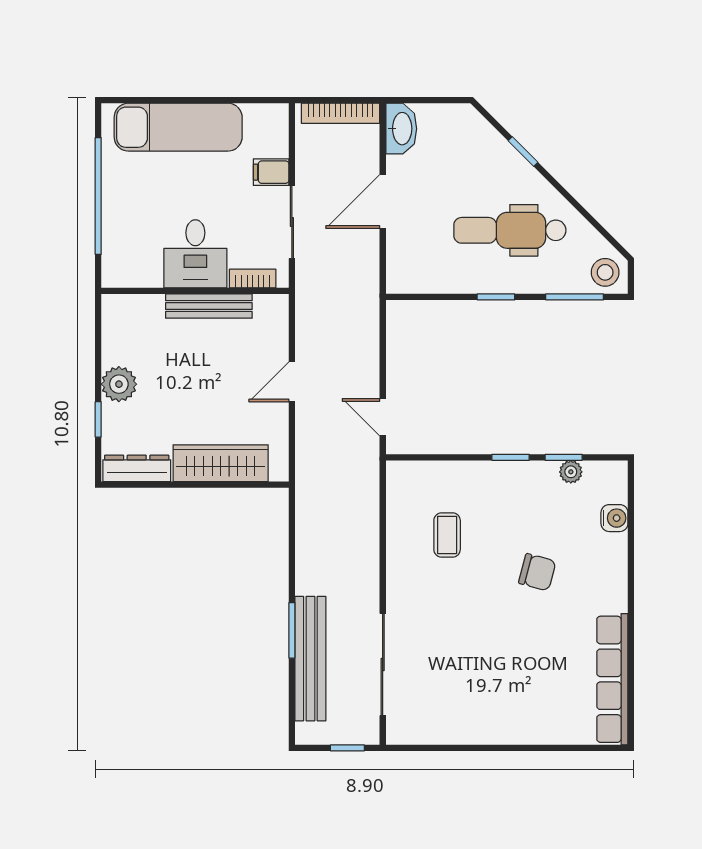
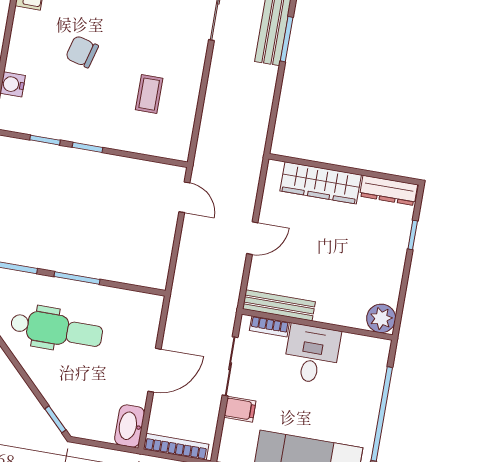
window: (523, 152) -> (55, 419), moved
window: (496, 297) -> (77, 278), width x1.50
bench: (209, 306) -> (279, 305), moved
plant: (119, 384) -> (381, 318), moved
plant: (571, 472) -> (41, 128), removed

